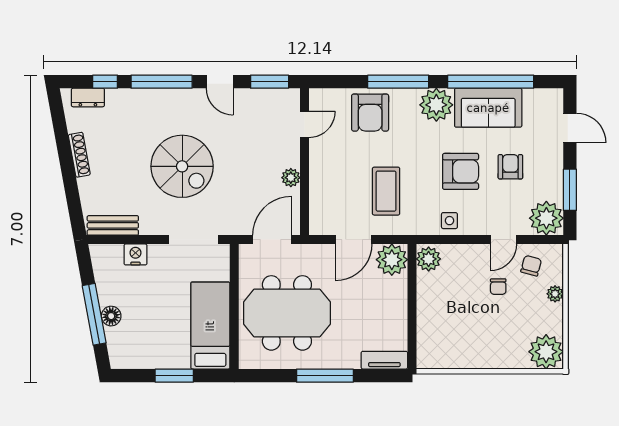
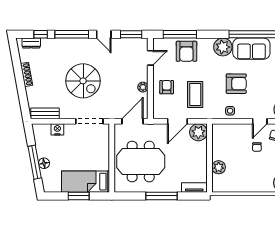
window: (398, 82) -> (180, 34), moved
armchair: (510, 167) -> (167, 87), moved
plant: (429, 259) -> (219, 167), moved
bed: (210, 326) -> (85, 182), moved, turned -90

